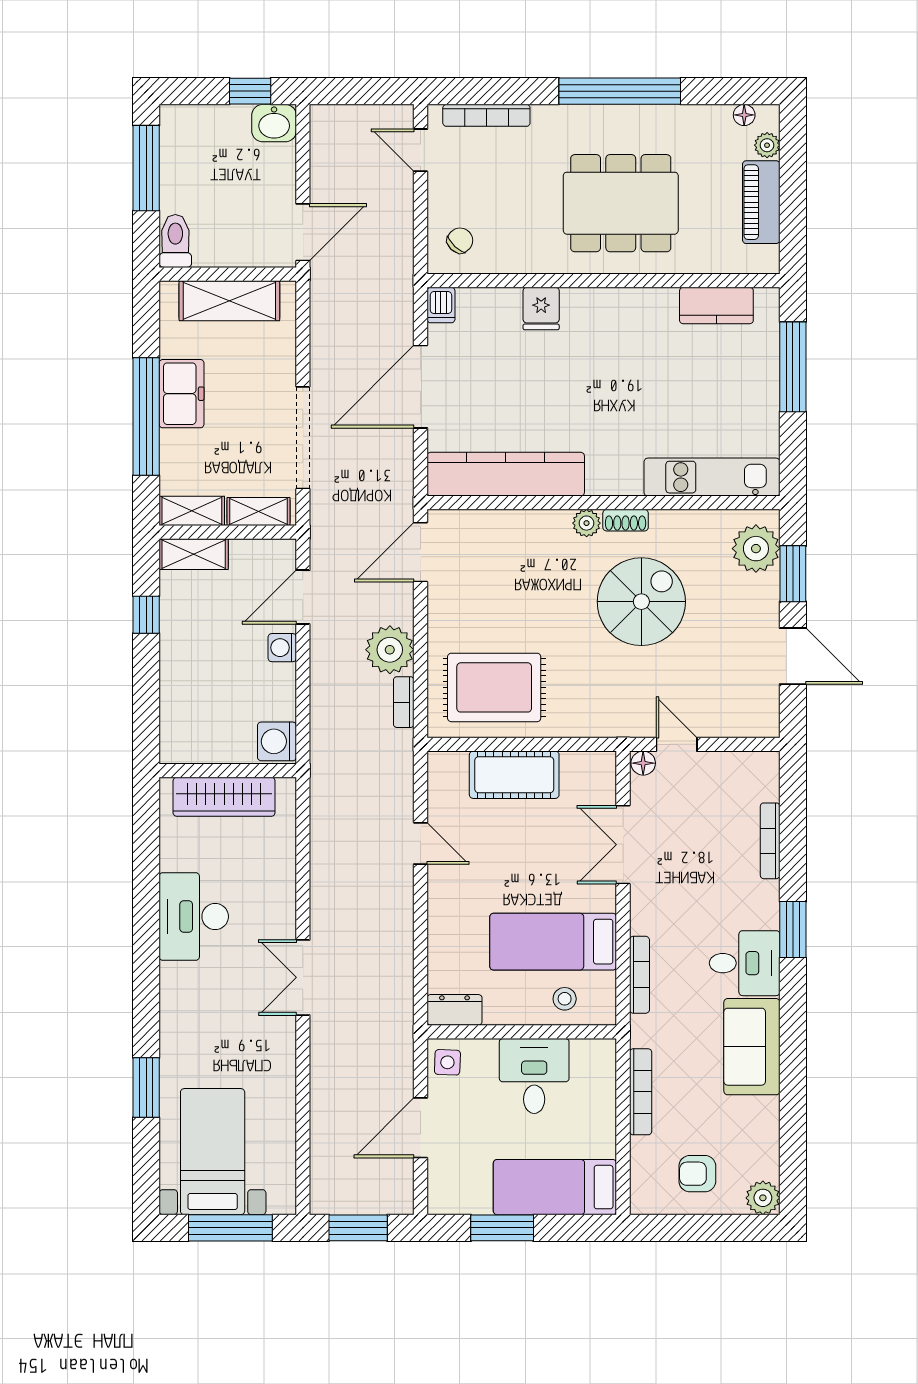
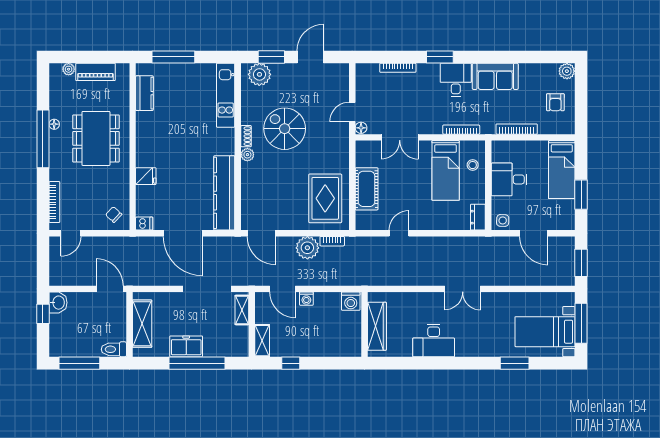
floor lamp: (744, 115) -> (54, 124), moved
shelving: (192, 511) -> (242, 341), removed

